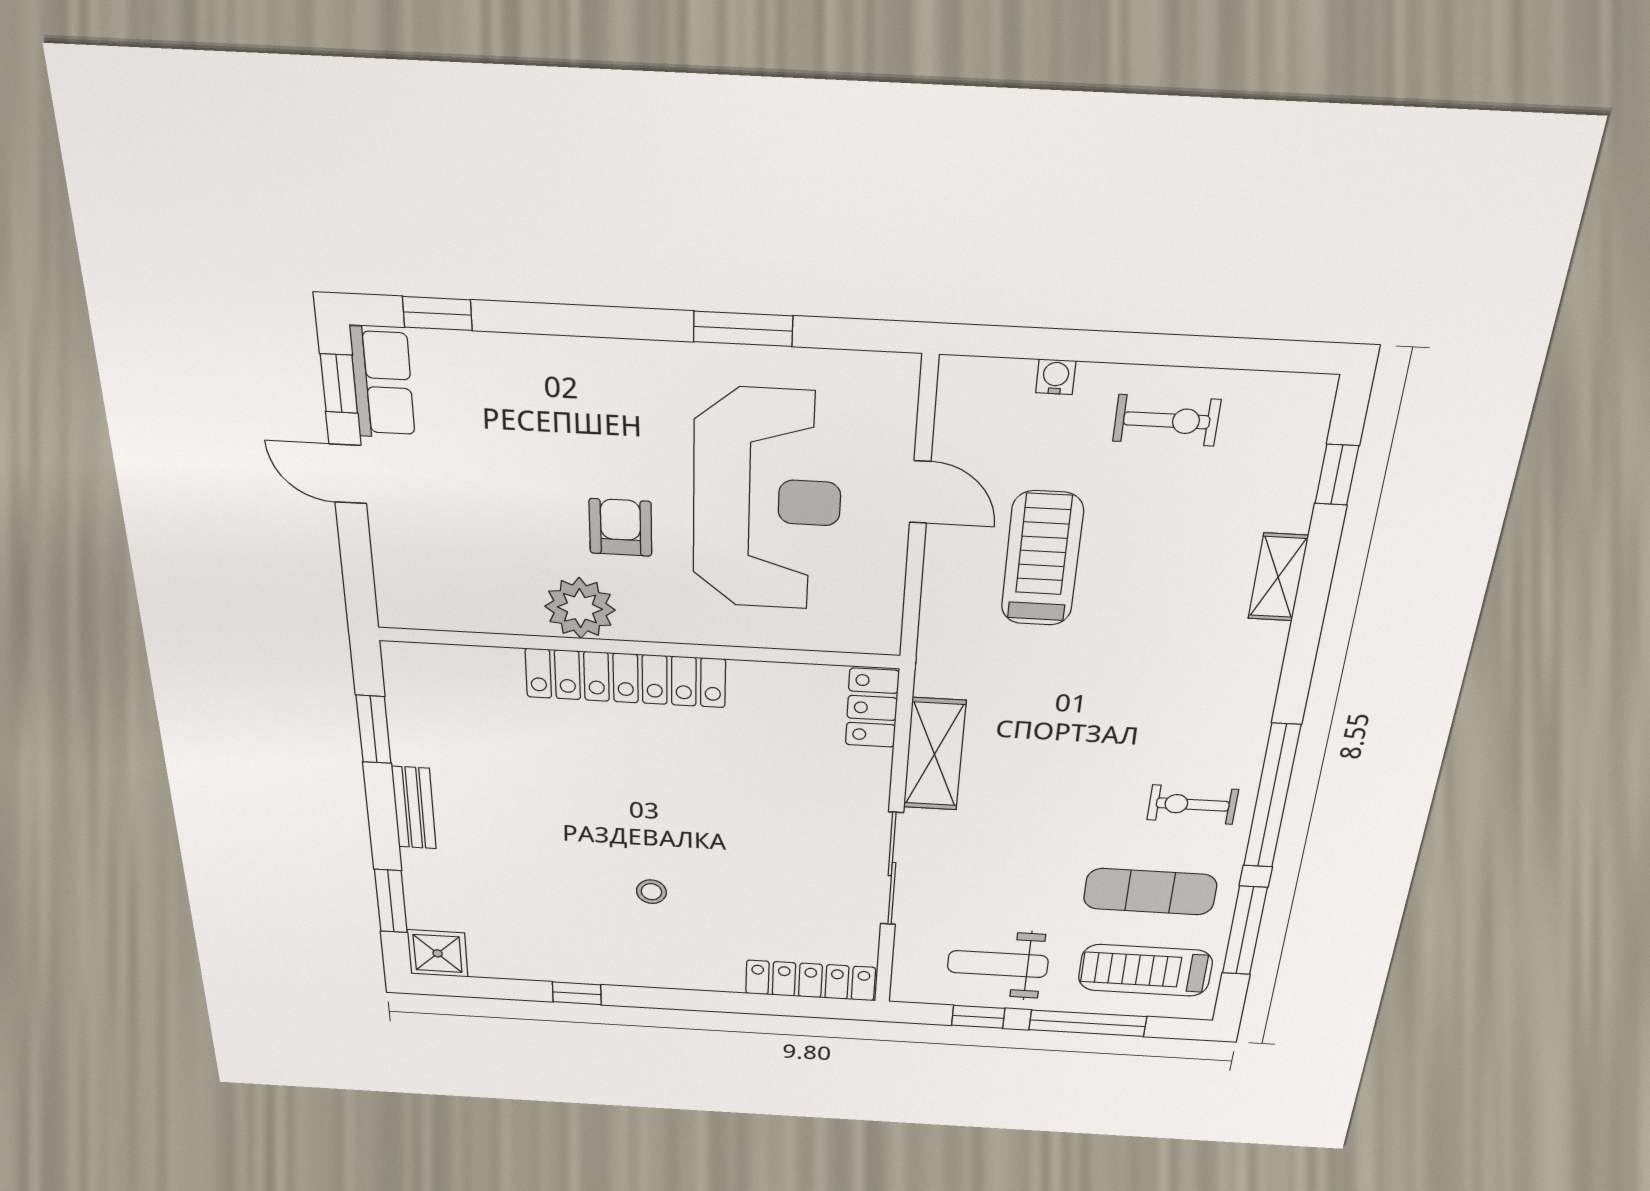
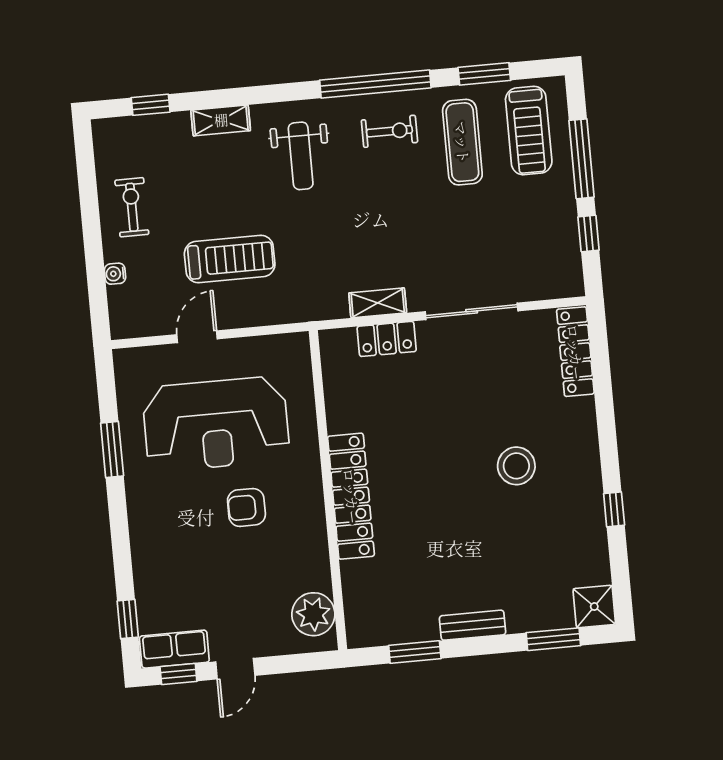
reception desk: (767, 501) -> (216, 424), turned 180
treadmill: (1042, 559) -> (230, 259), turned 180
plant: (580, 608) -> (313, 614), moved
locker: (872, 708) -> (387, 339), moved
shelving: (934, 754) -> (378, 303), width x0.67, depth x0.75
exercise bike: (1193, 805) -> (389, 131), turned -90
stool: (651, 892) -> (516, 466), width x1.89, depth x1.89
window: (1245, 931) -> (484, 74), width x0.69
weight bench: (998, 964) -> (301, 156), moved

